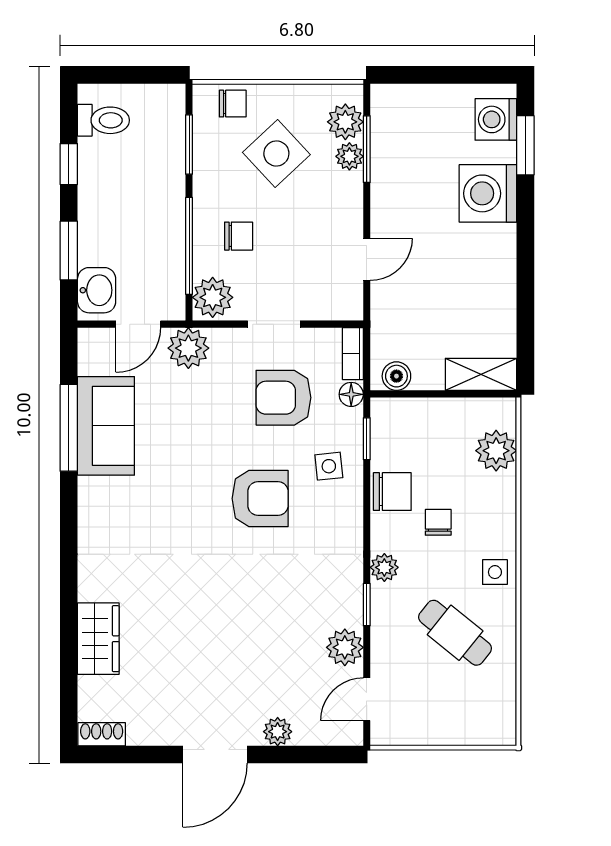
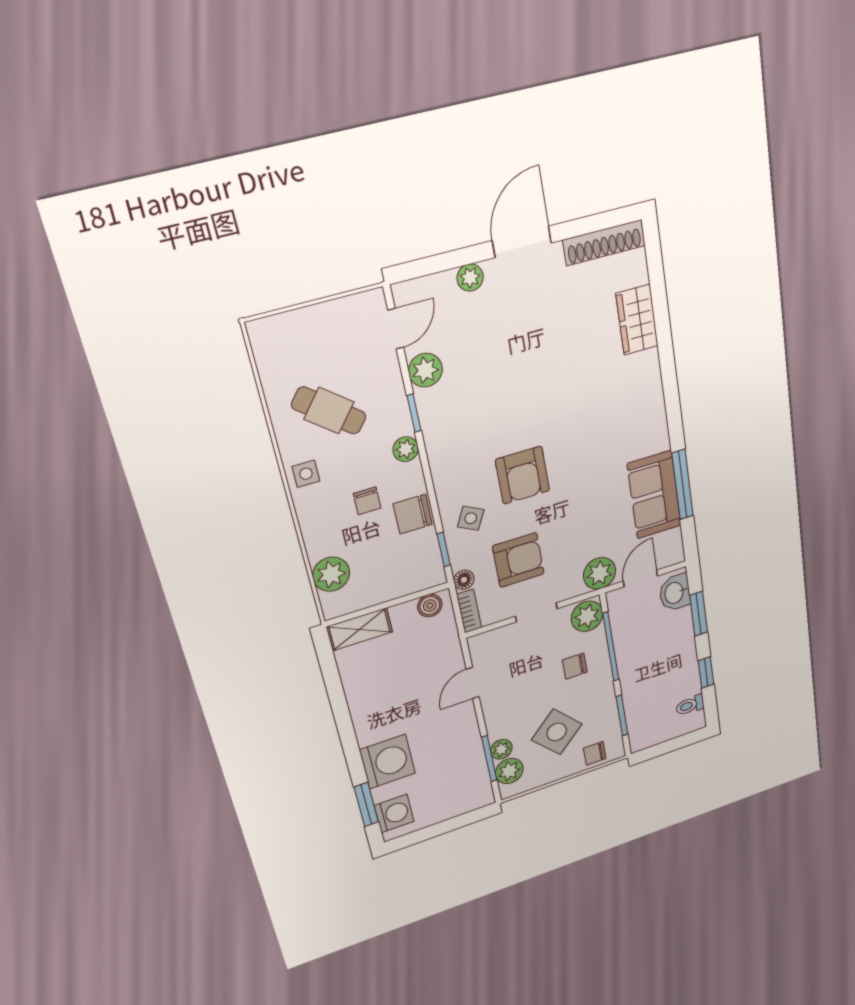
toilet: (103, 120) -> (690, 705), width x0.73, depth x0.72
side table: (329, 466) -> (471, 518), turned 33
armchair: (260, 499) -> (523, 475), turned -90
shoe rack: (102, 734) -> (604, 243), width x1.94, depth x1.24

